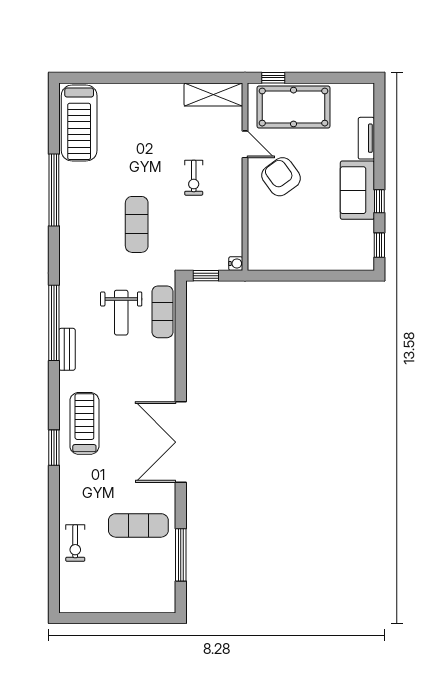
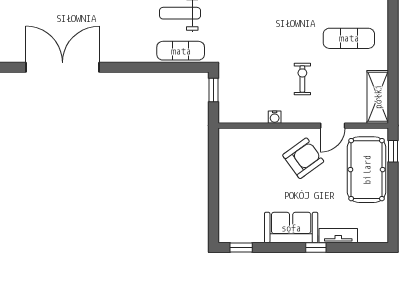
exercise bike: (194, 178) -> (302, 79), turned 90
window: (379, 201) -> (316, 248), moved
exercise mat: (137, 224) -> (349, 38), moved
water cooler: (236, 264) -> (275, 117), moved

